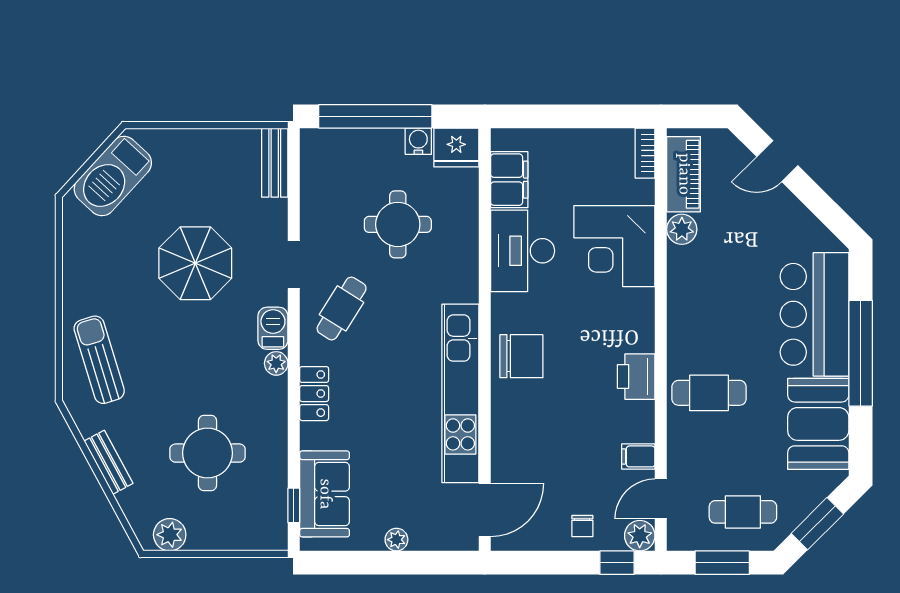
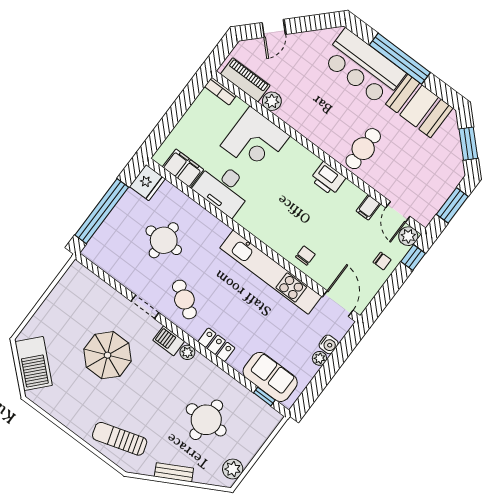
water cooler: (418, 141) -> (329, 344), moved, turned 180
bench: (275, 163) -> (87, 278), removed
chair: (521, 356) -> (305, 256), moved, width x0.54, depth x0.54
cafe table: (743, 512) -> (435, 176), removed

